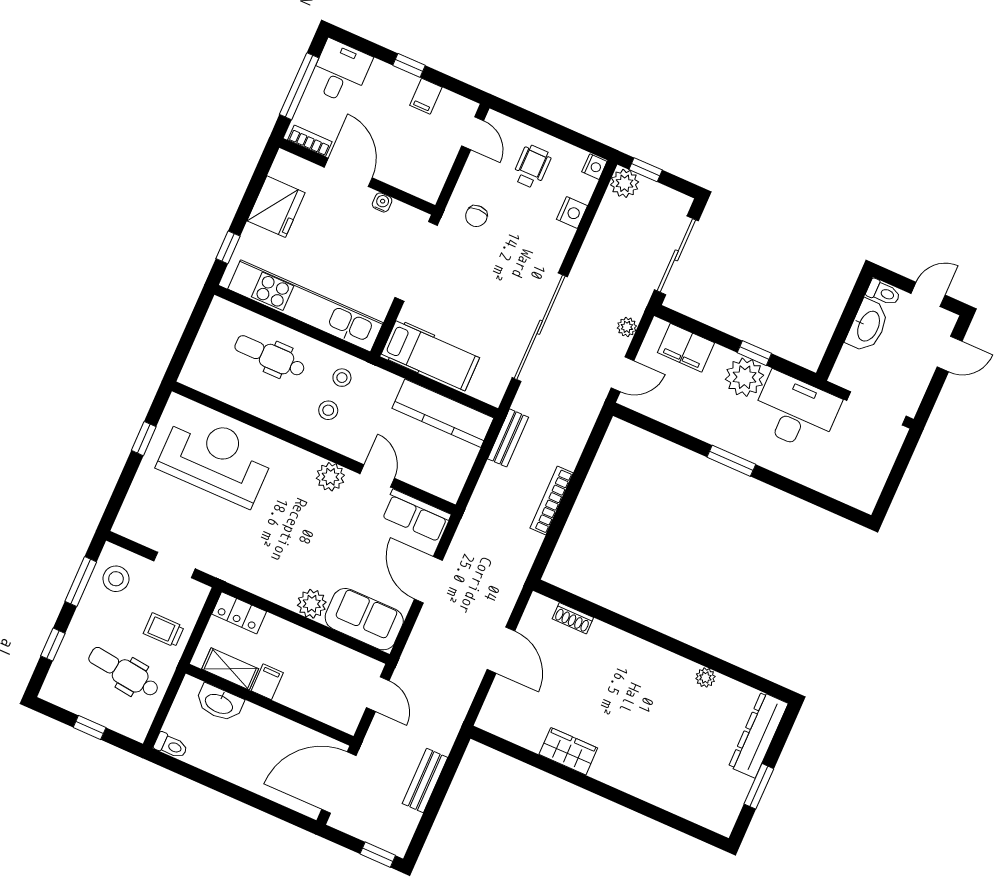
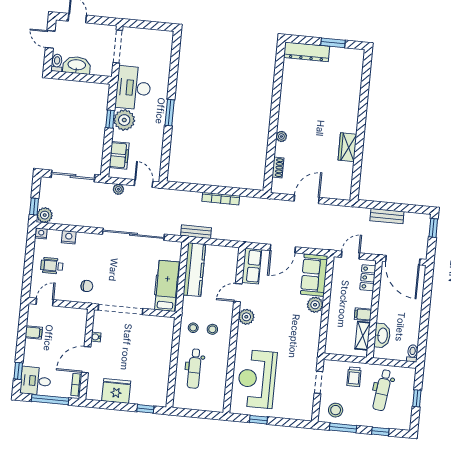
window: (409, 65) -> (18, 371), moved
kitchen unit: (306, 306) -> (162, 359), removed
locker: (239, 613) -> (368, 278), moved, turned 180
plant: (705, 678) -> (281, 136), moved

